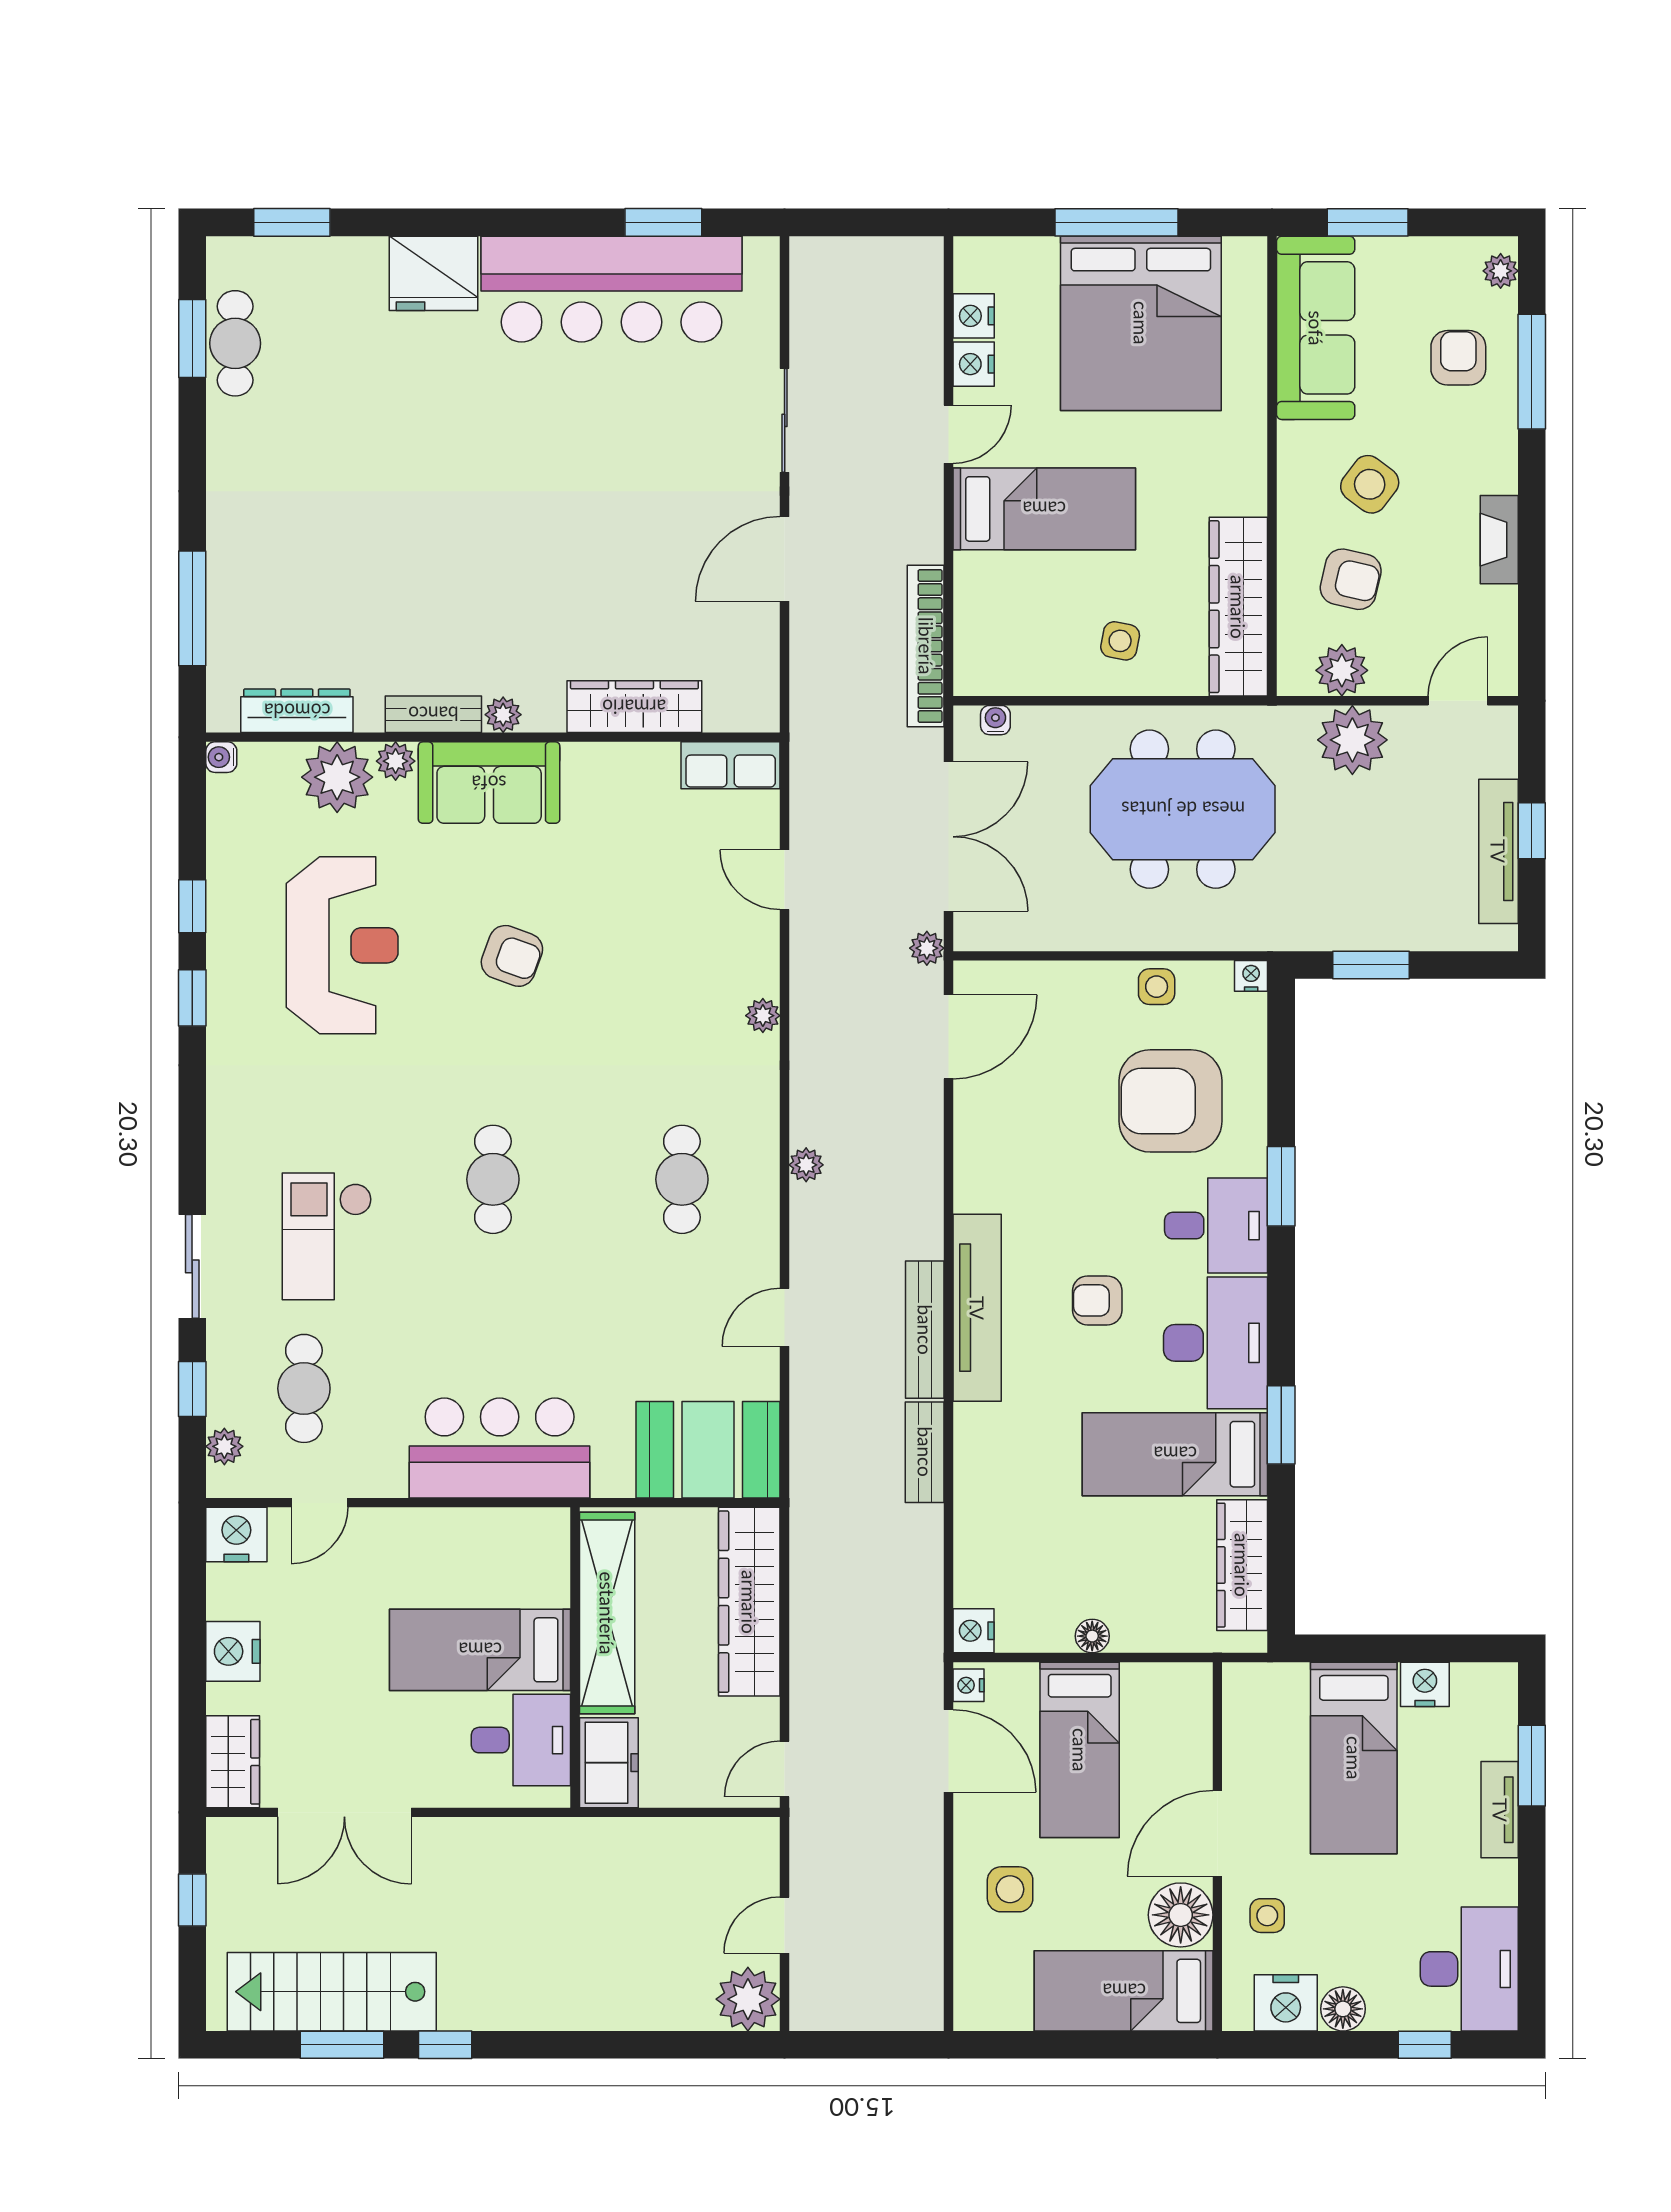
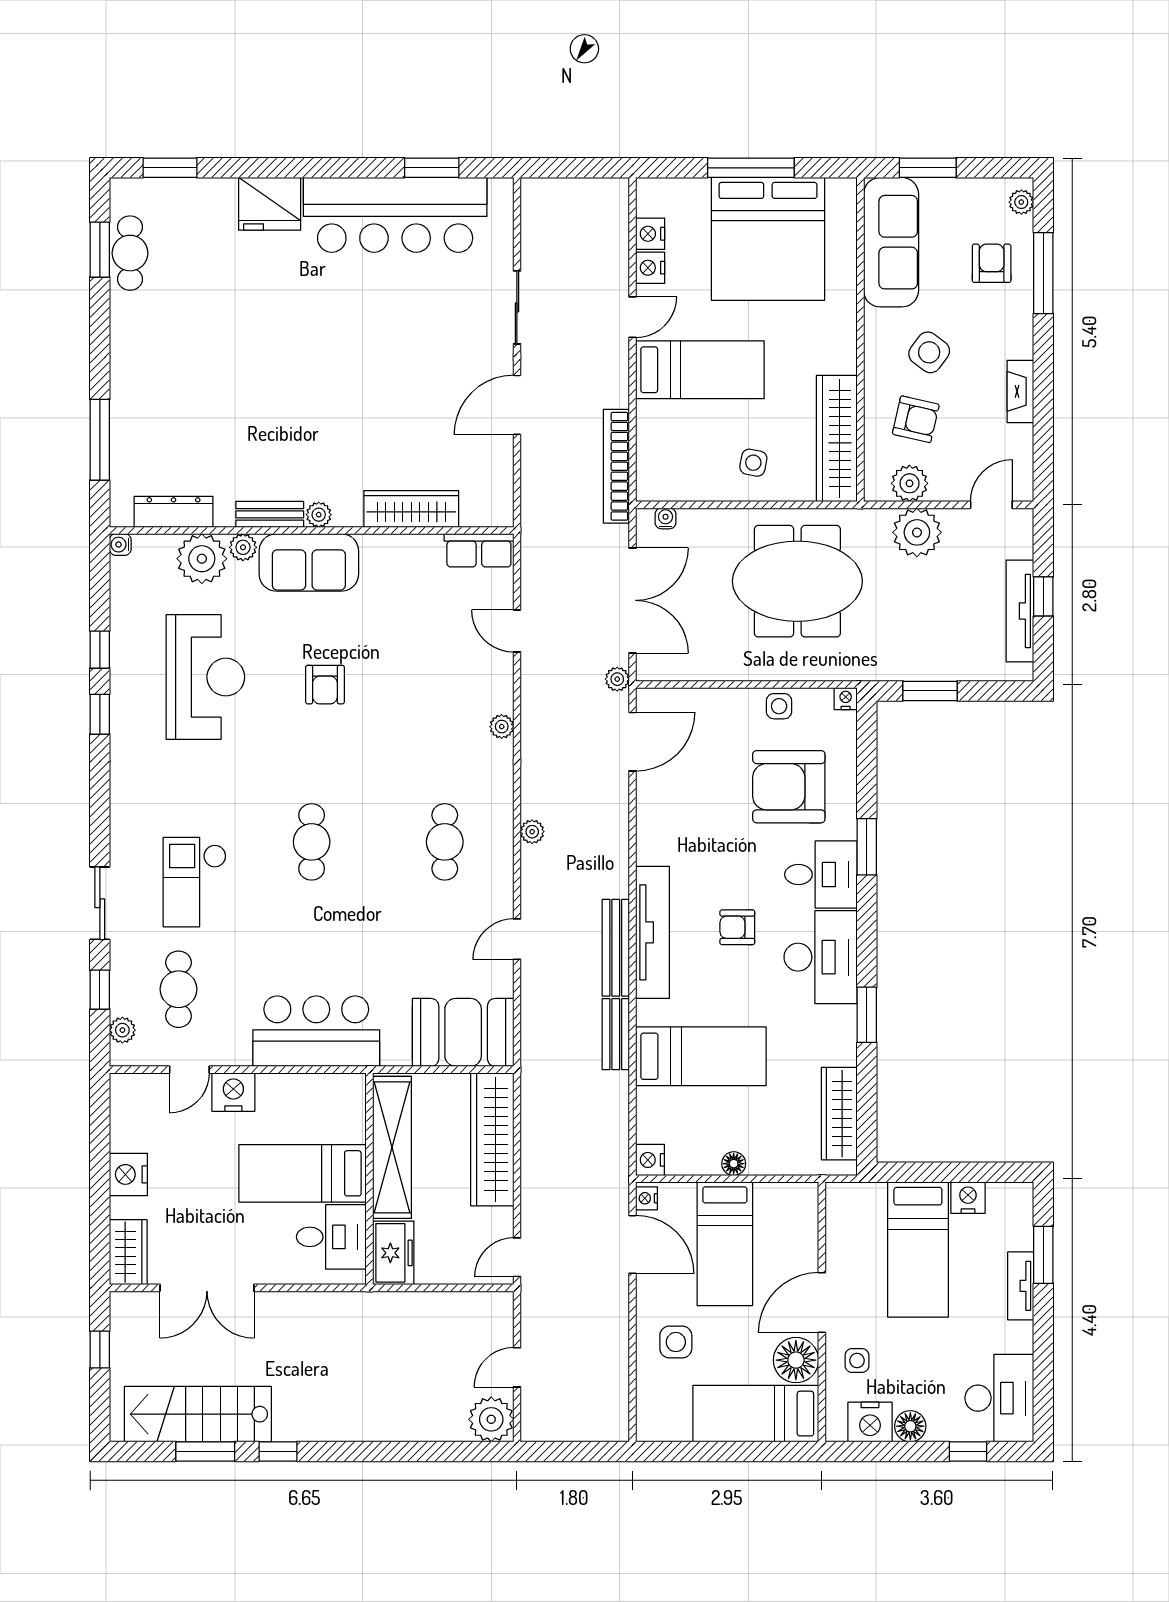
armchair: (512, 956) -> (325, 685), turned 70
bed: (1175, 1454) -> (701, 1056), moved, turned 180
nightstand: (236, 1534) -> (233, 1092), moved

